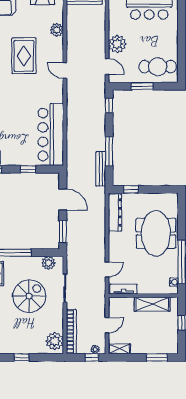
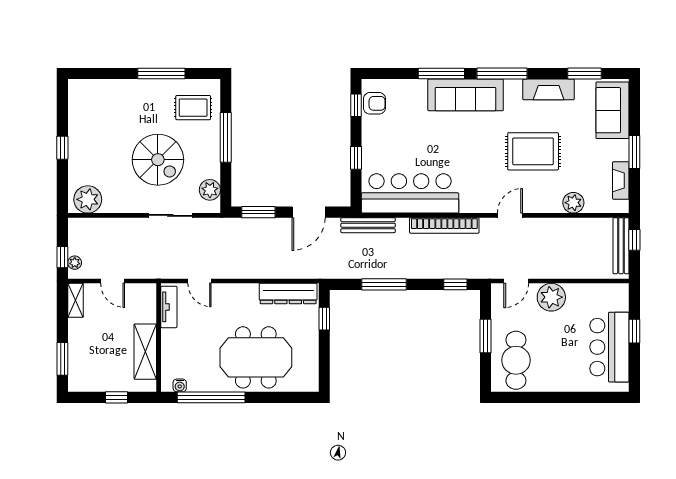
bench: (101, 169) -> (368, 225), moved
bookcase: (71, 332) -> (444, 225), moved

